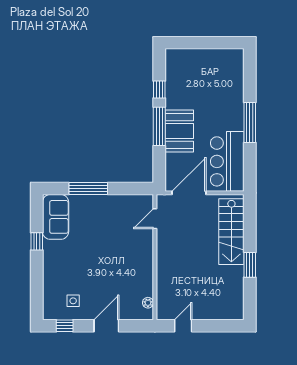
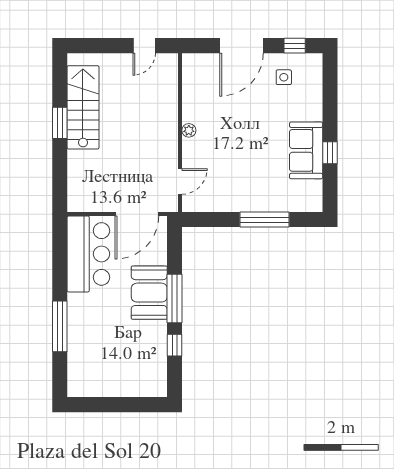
window: (250, 122) -> (60, 326), moved
sofa: (56, 217) -> (306, 150), moved
stairs: (231, 232) -> (83, 107), moved
plant: (148, 303) -> (189, 130), moved
door: (106, 326) -> (242, 46), width x1.36

